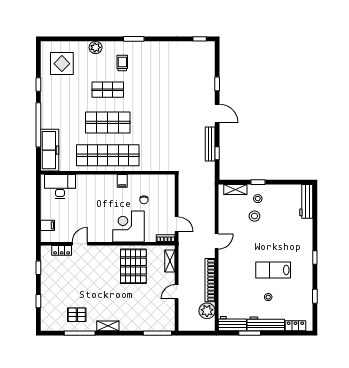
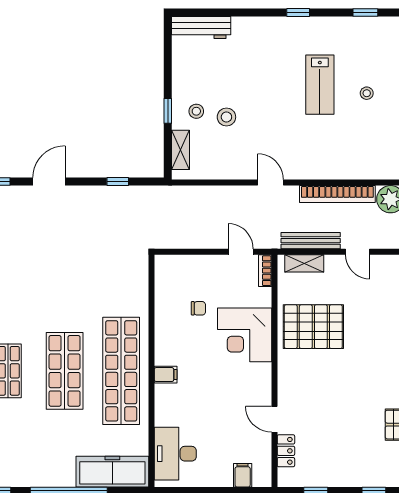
bench: (210, 144) -> (311, 241), moved
filing cabinet: (122, 181) -> (166, 375), moved
door: (177, 224) -> (241, 252), hinge flipped

